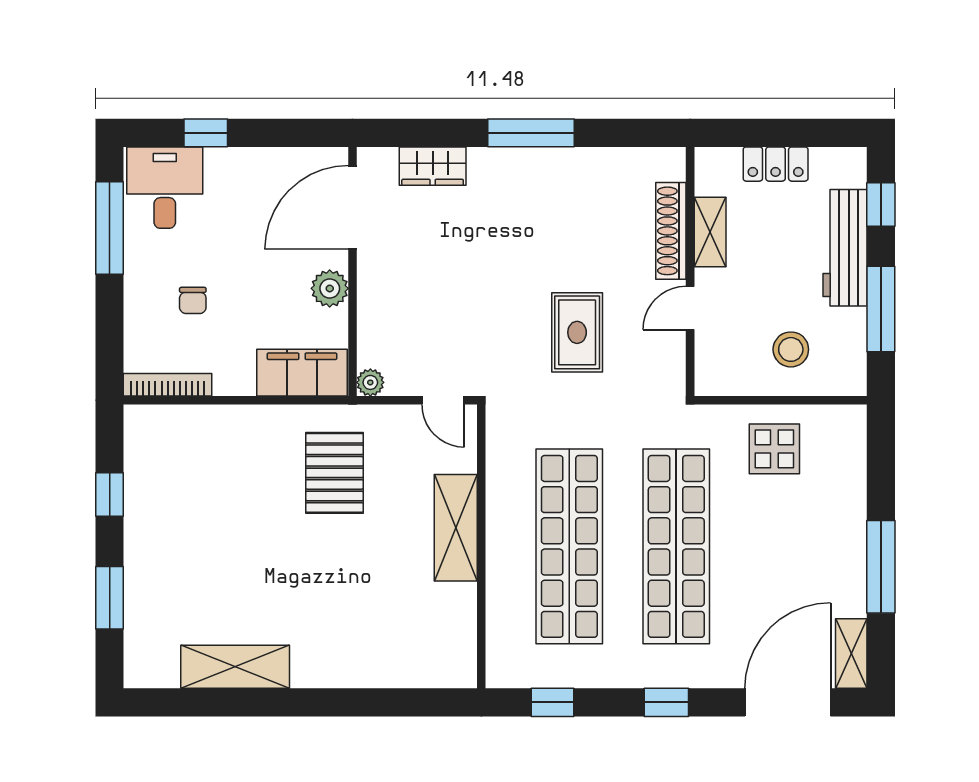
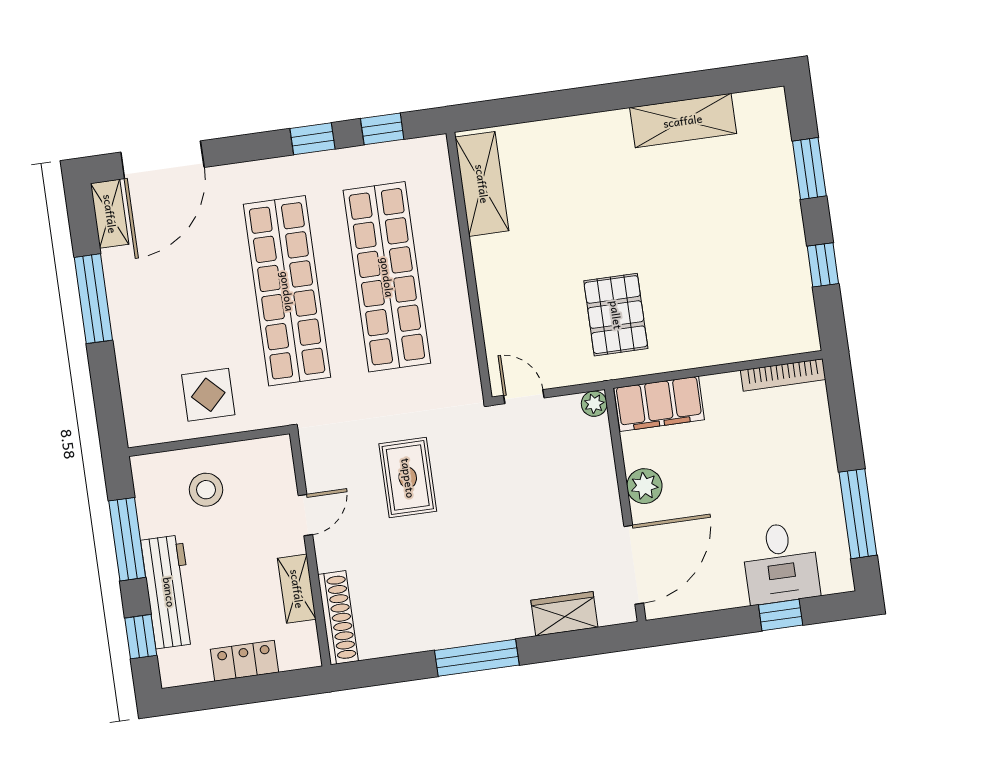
desk: (165, 188) -> (781, 563), moved
shoe rack: (671, 231) -> (338, 618), moved
chair: (193, 300) -> (771, 457), removed
shelving: (456, 528) -> (482, 184), moved
window: (666, 702) -> (313, 139), moved

